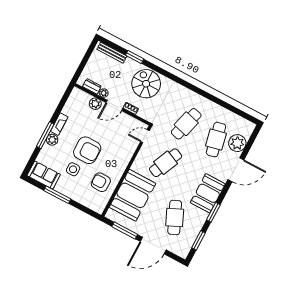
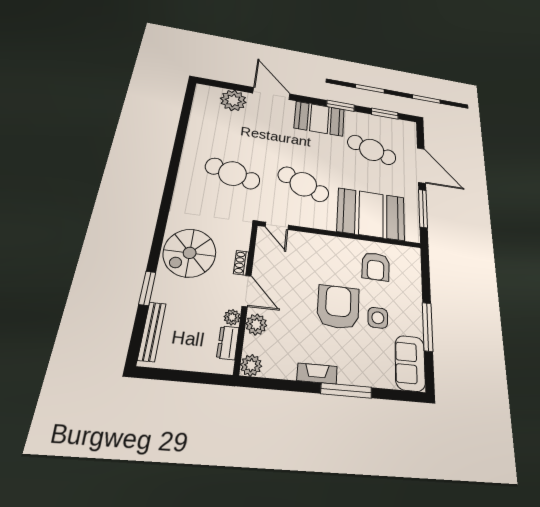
plant: (52, 140) -> (251, 365), moved
cafe table: (216, 140) -> (240, 128), removed
cafe table: (175, 217) -> (372, 150), turned 42

